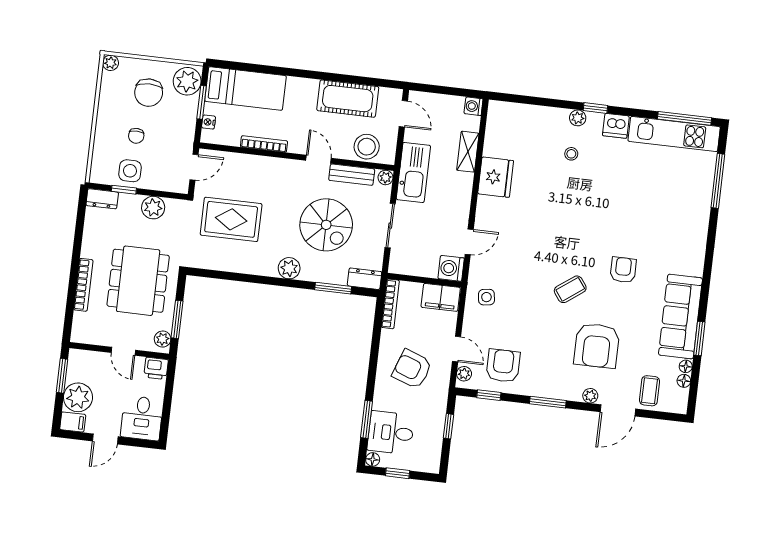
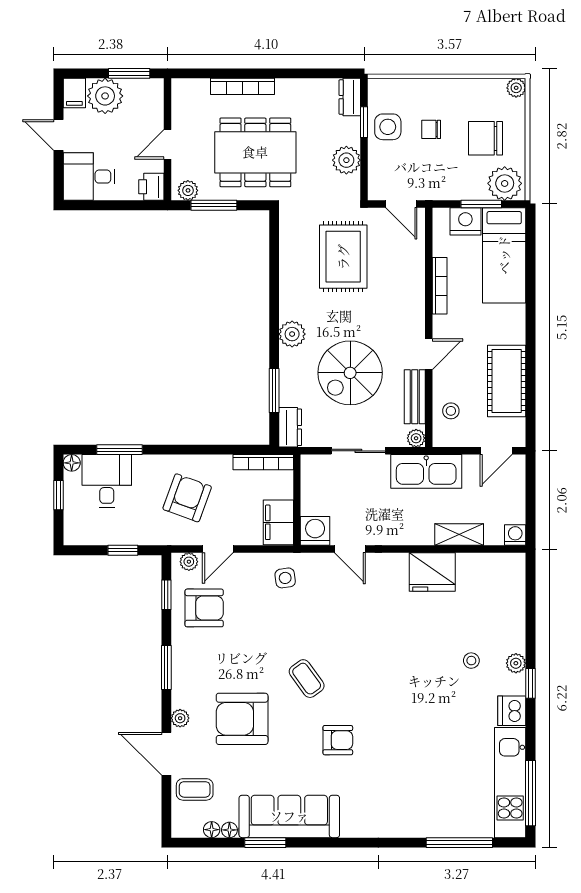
nightstand: (209, 122) -> (465, 221), width x1.89, depth x1.79
stool: (367, 147) -> (451, 411), width x0.53, depth x0.53

